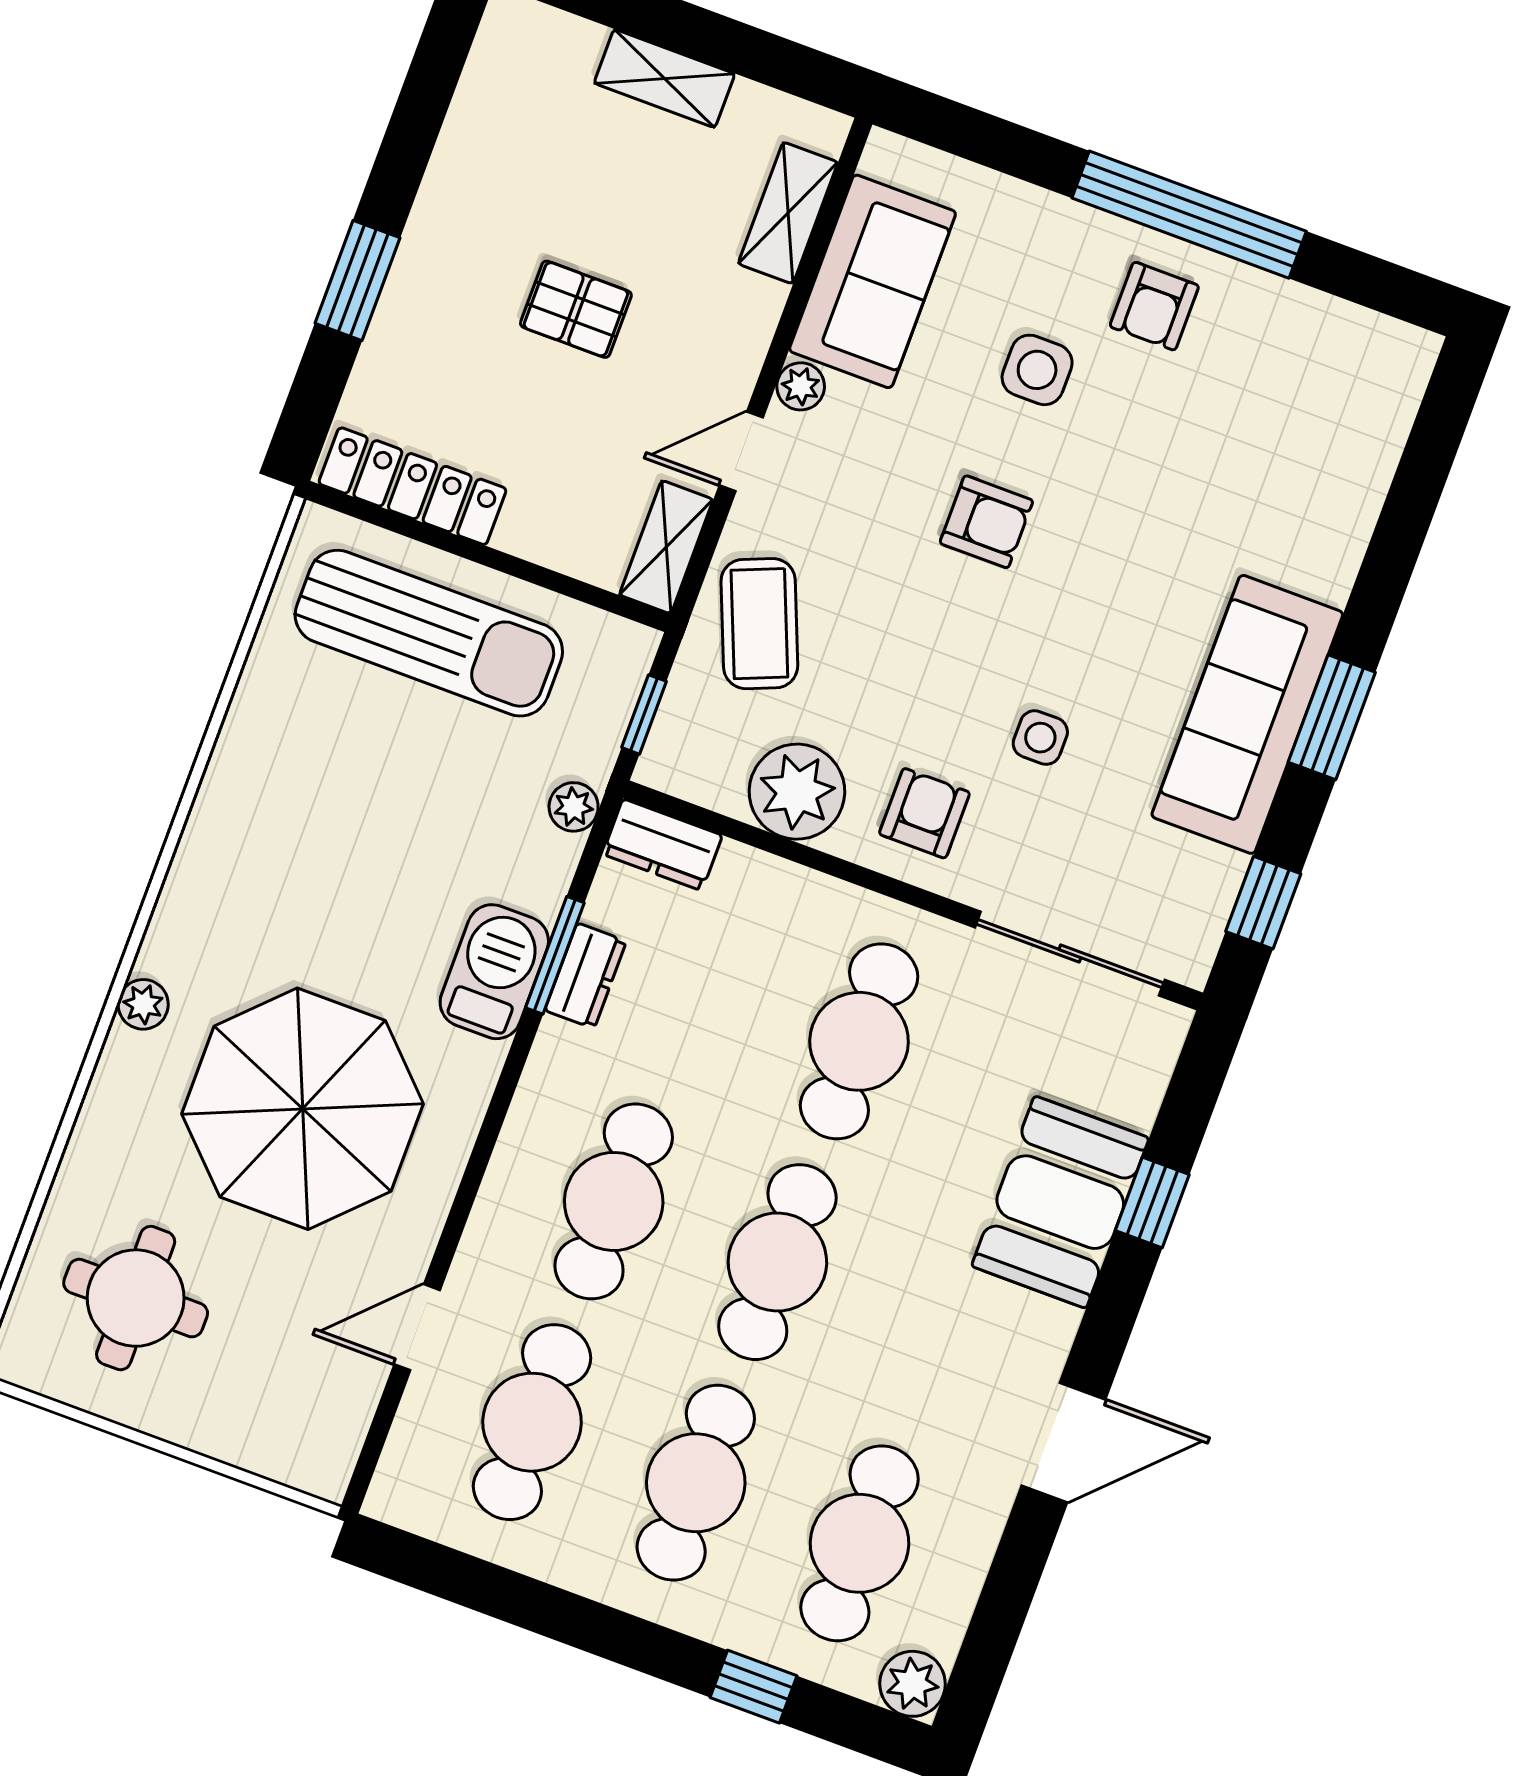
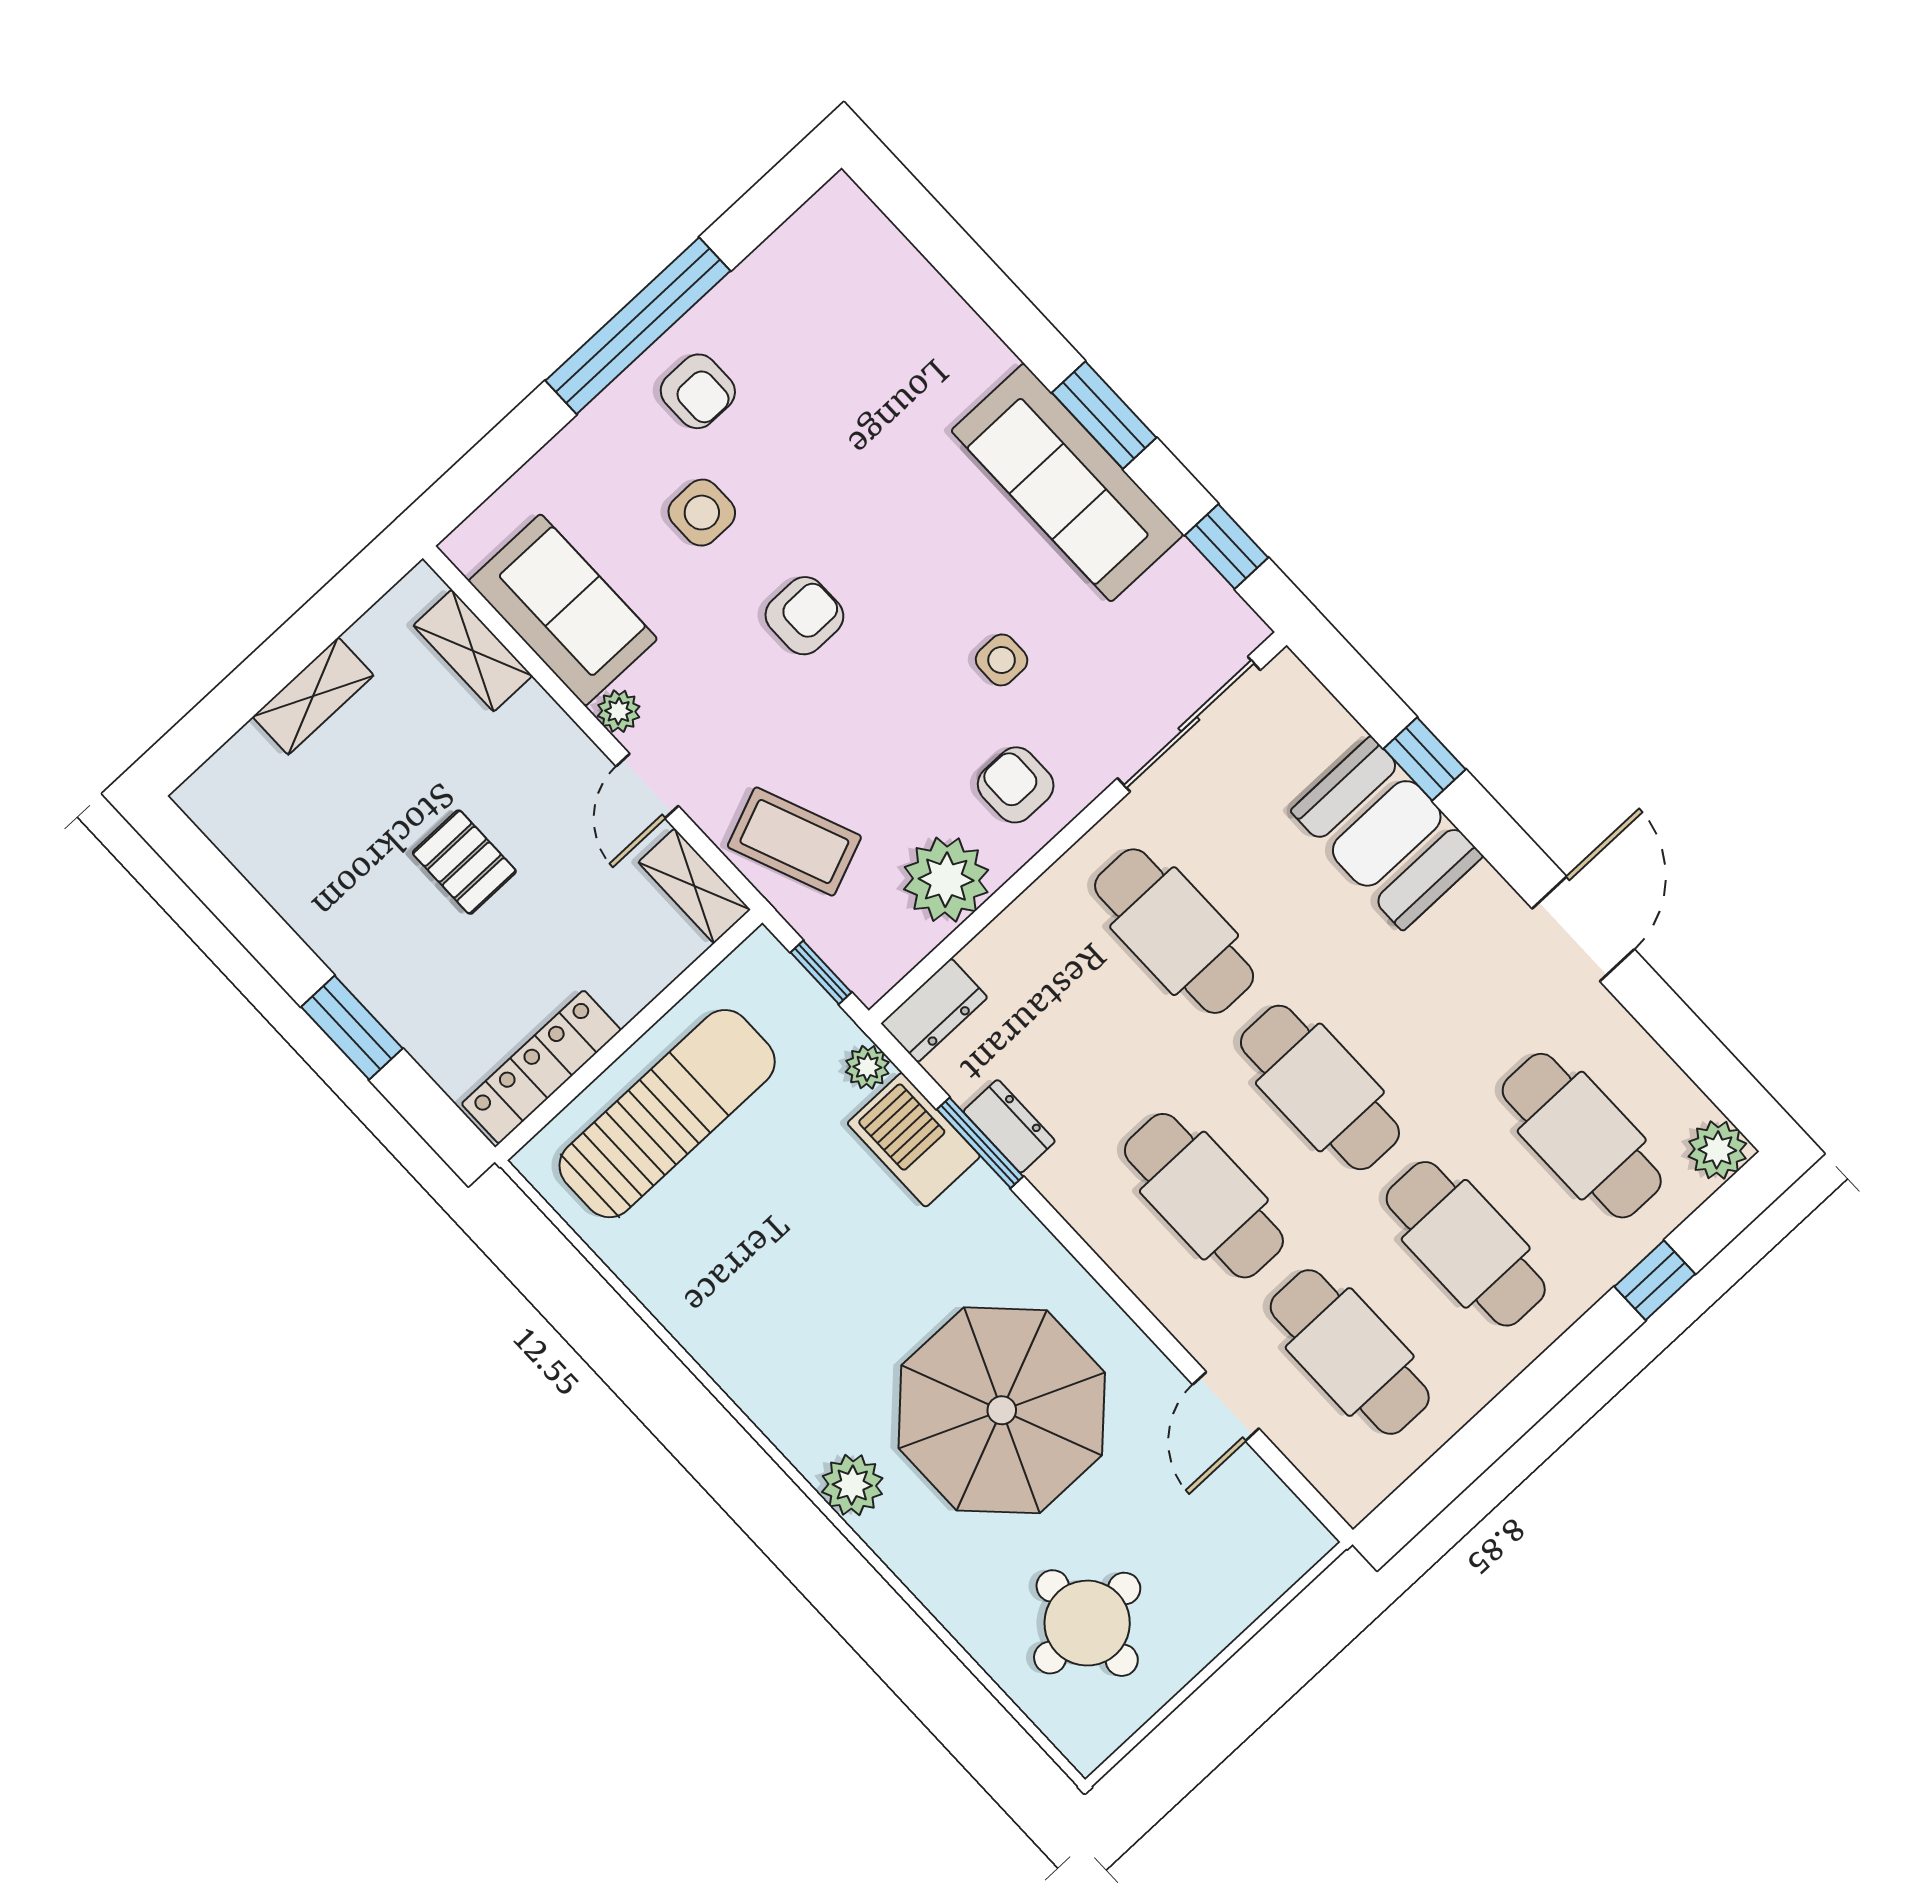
pallet: (576, 309) -> (464, 862), turned 90
barbecue: (494, 972) -> (914, 1140), moved
plant: (143, 1004) -> (852, 1485), width x1.38, depth x1.38

